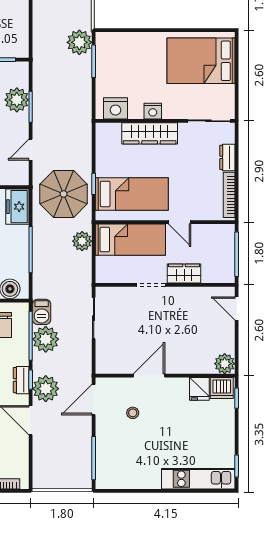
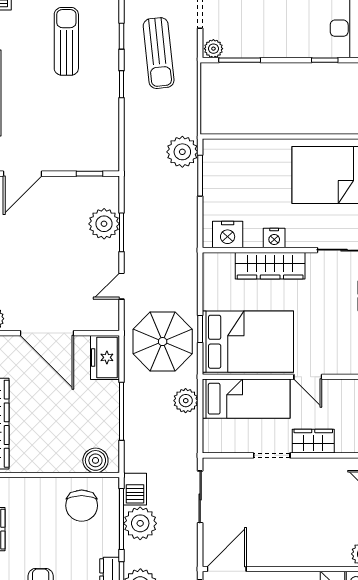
bed: (132, 194) -> (248, 342), width x1.50
door: (149, 376) -> (227, 569), moved

